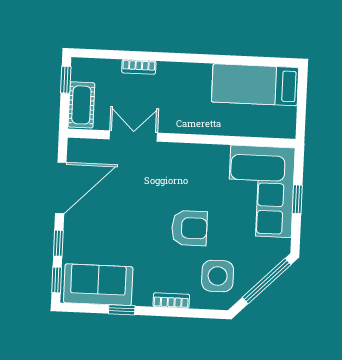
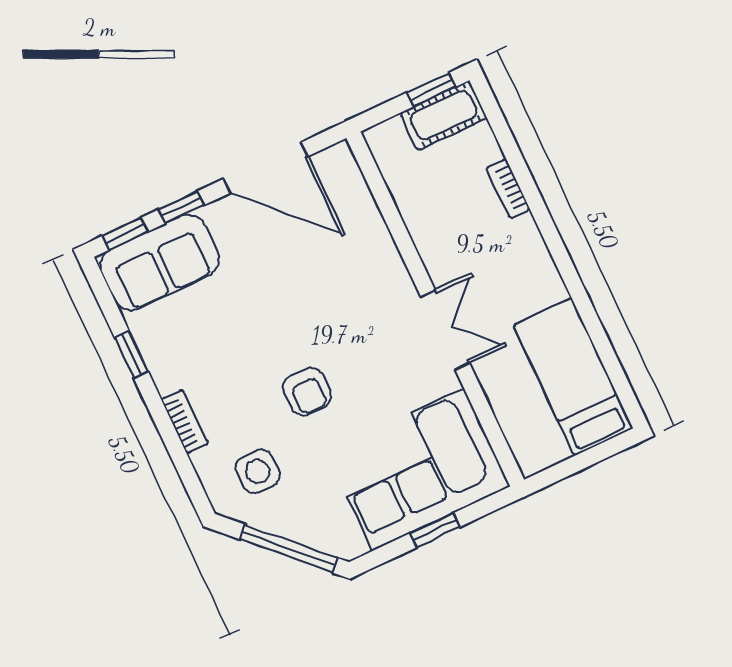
cot: (81, 105) -> (444, 115), moved
double door: (133, 136) -> (445, 330), moved
armchair: (189, 228) -> (307, 391), width x0.72, depth x0.72
side table: (218, 276) -> (258, 471), width x0.73, depth x0.73
sofa: (98, 285) -> (160, 262), moved, turned 90

